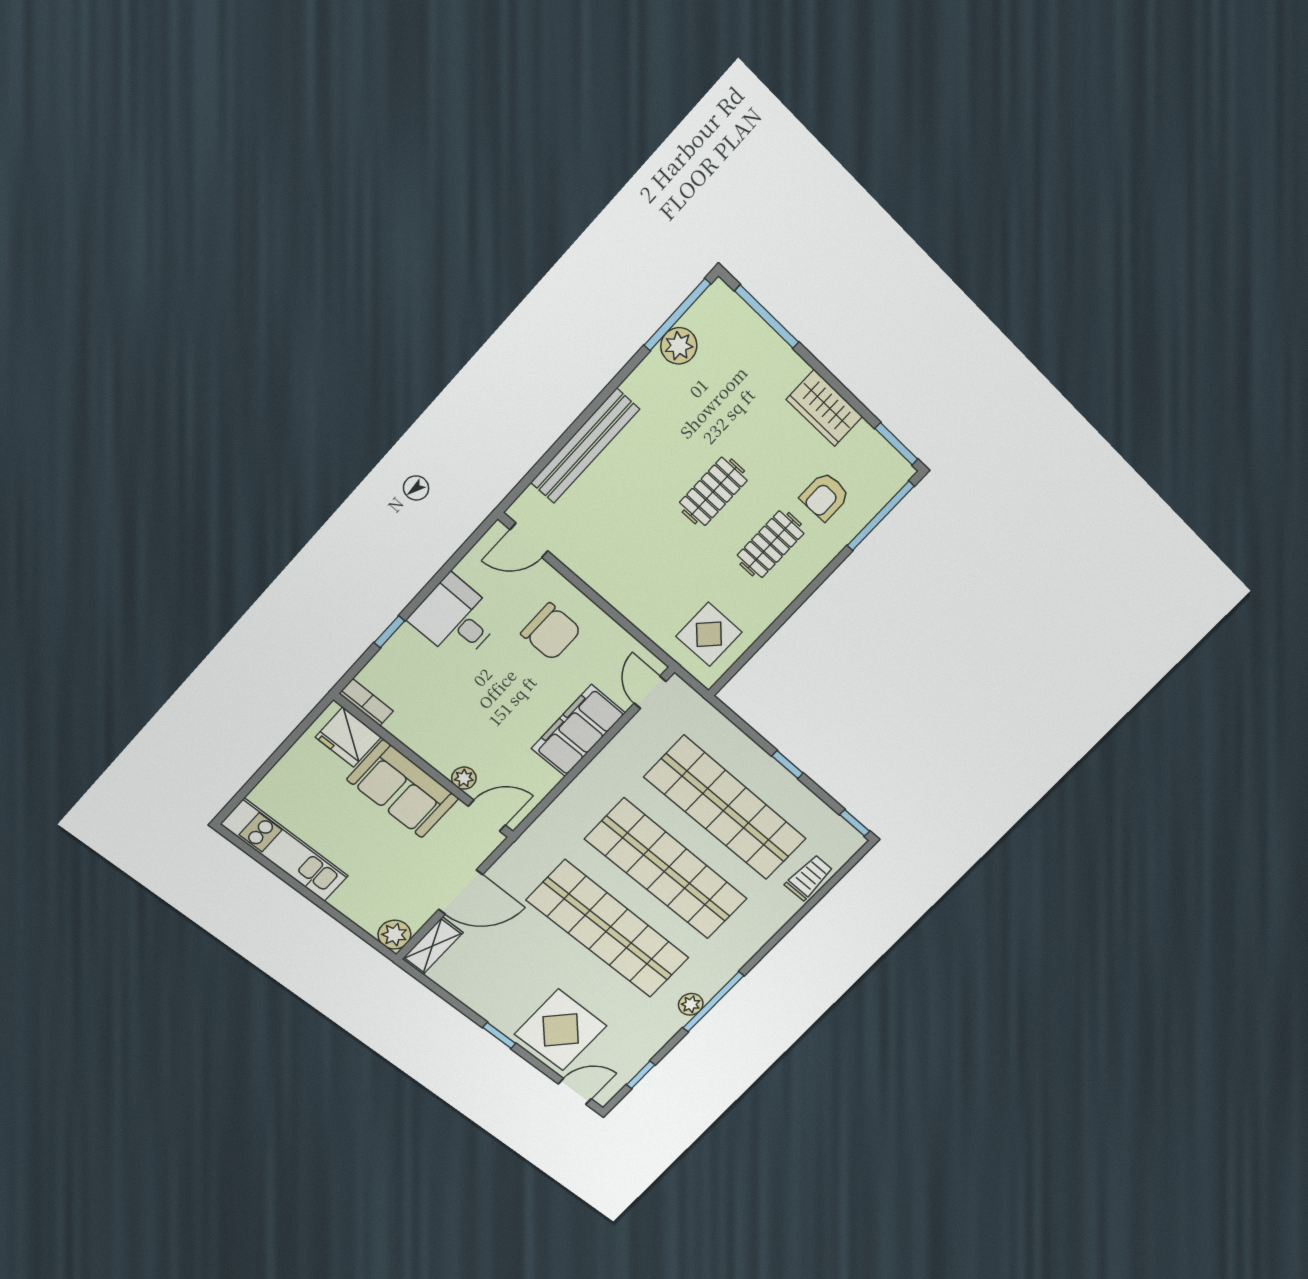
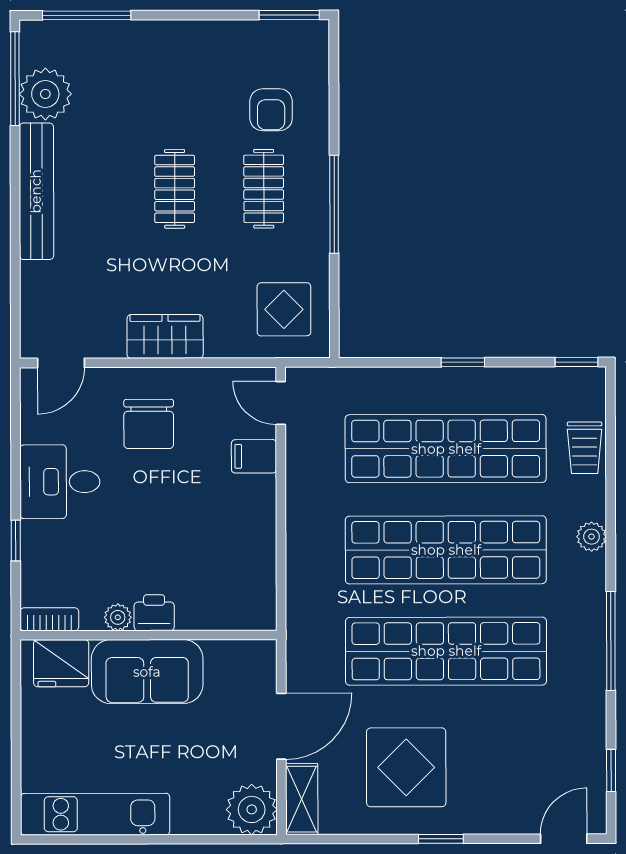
plant: (679, 346) -> (45, 94), width x1.36, depth x1.36
wardrobe: (825, 408) -> (165, 336), moved, turned 180
bench: (585, 446) -> (36, 191), moved
window: (881, 516) -> (334, 204), moved
chair: (551, 632) -> (149, 424), turned 90
filing cabinet: (578, 731) -> (254, 456), width x0.33, depth x0.86
printer: (442, 756) -> (154, 613), added
plant: (464, 778) -> (118, 617), moved
door: (487, 816) -> (241, 635), removed
trolley: (809, 878) -> (585, 448), turned 180
plant: (394, 935) -> (252, 809), width x1.36, depth x1.36
plant: (691, 1004) -> (591, 537), moved
display table: (561, 1030) -> (406, 767), moved

